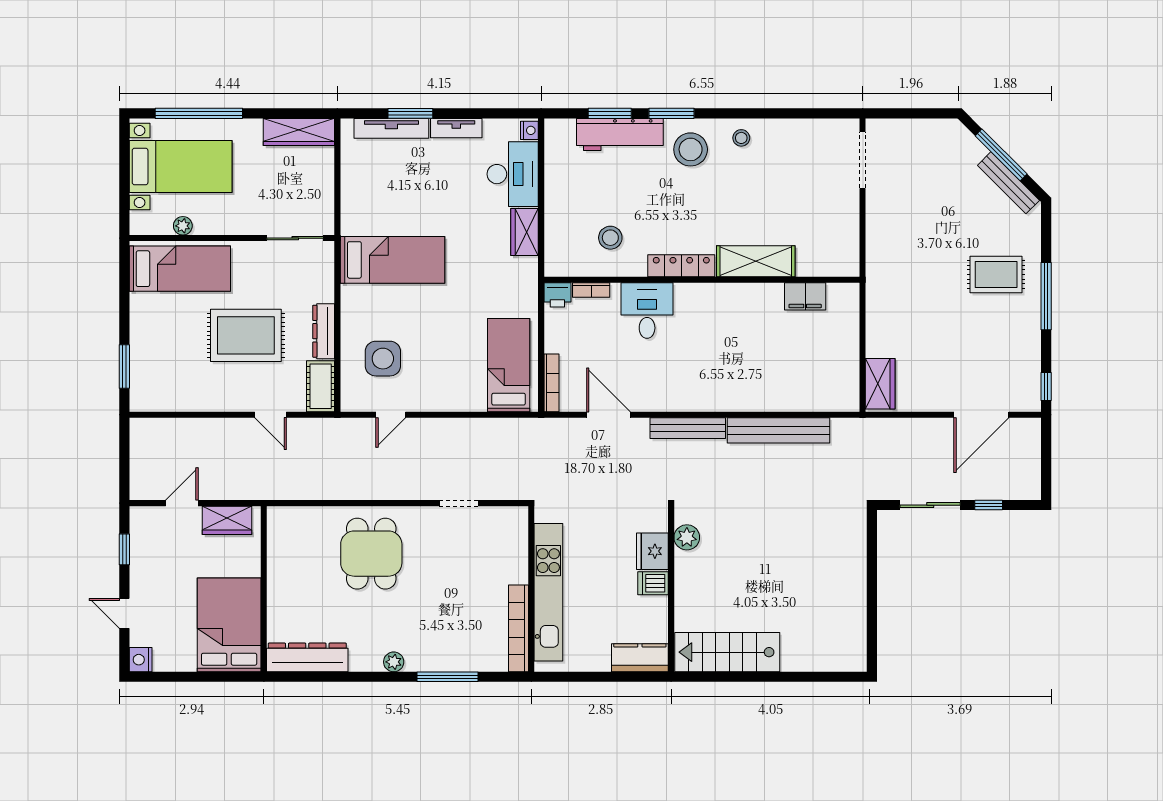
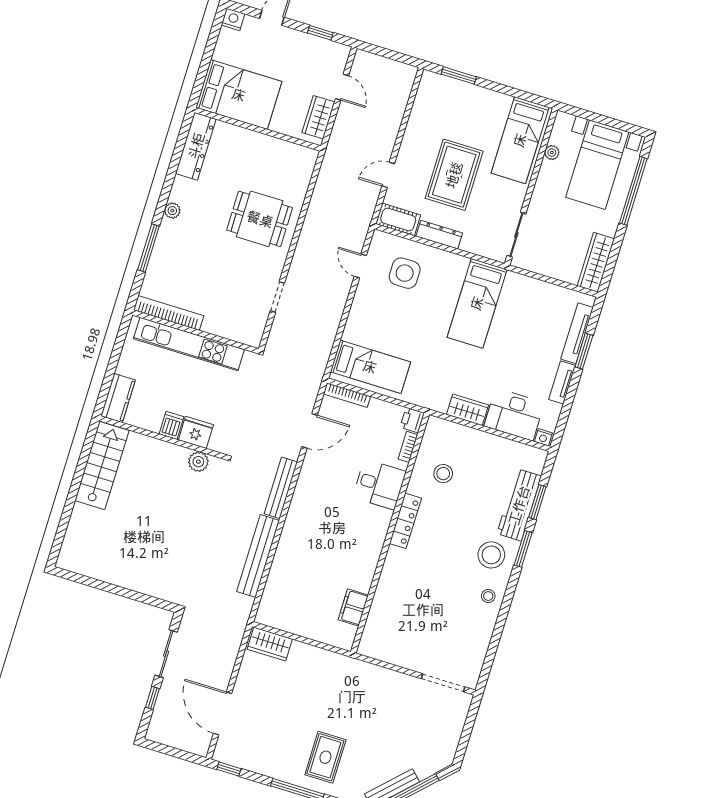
shelving: (756, 261) -> (392, 578), removed

